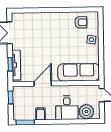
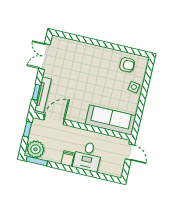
door: (43, 84) -> (54, 120), moved
plant: (86, 112) -> (36, 149), moved
filing cabinet: (40, 114) -> (68, 159), moved

